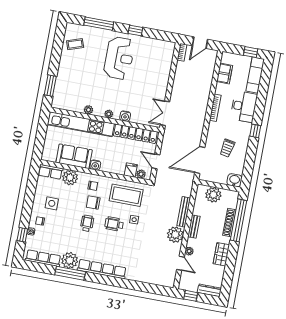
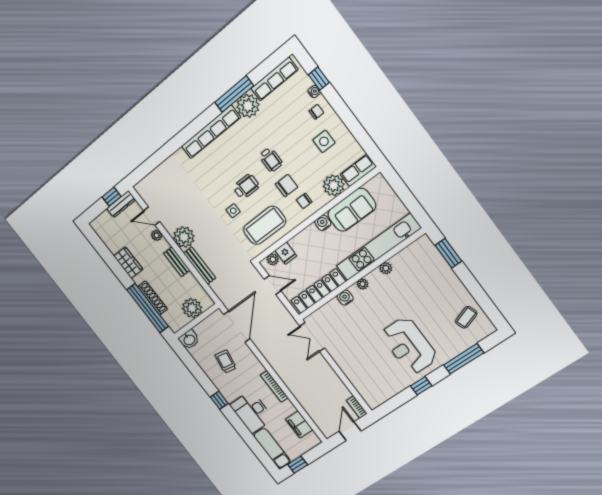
double door: (165, 113) -> (312, 337), swing flipped
dresser: (209, 290) -> (121, 204), moved

